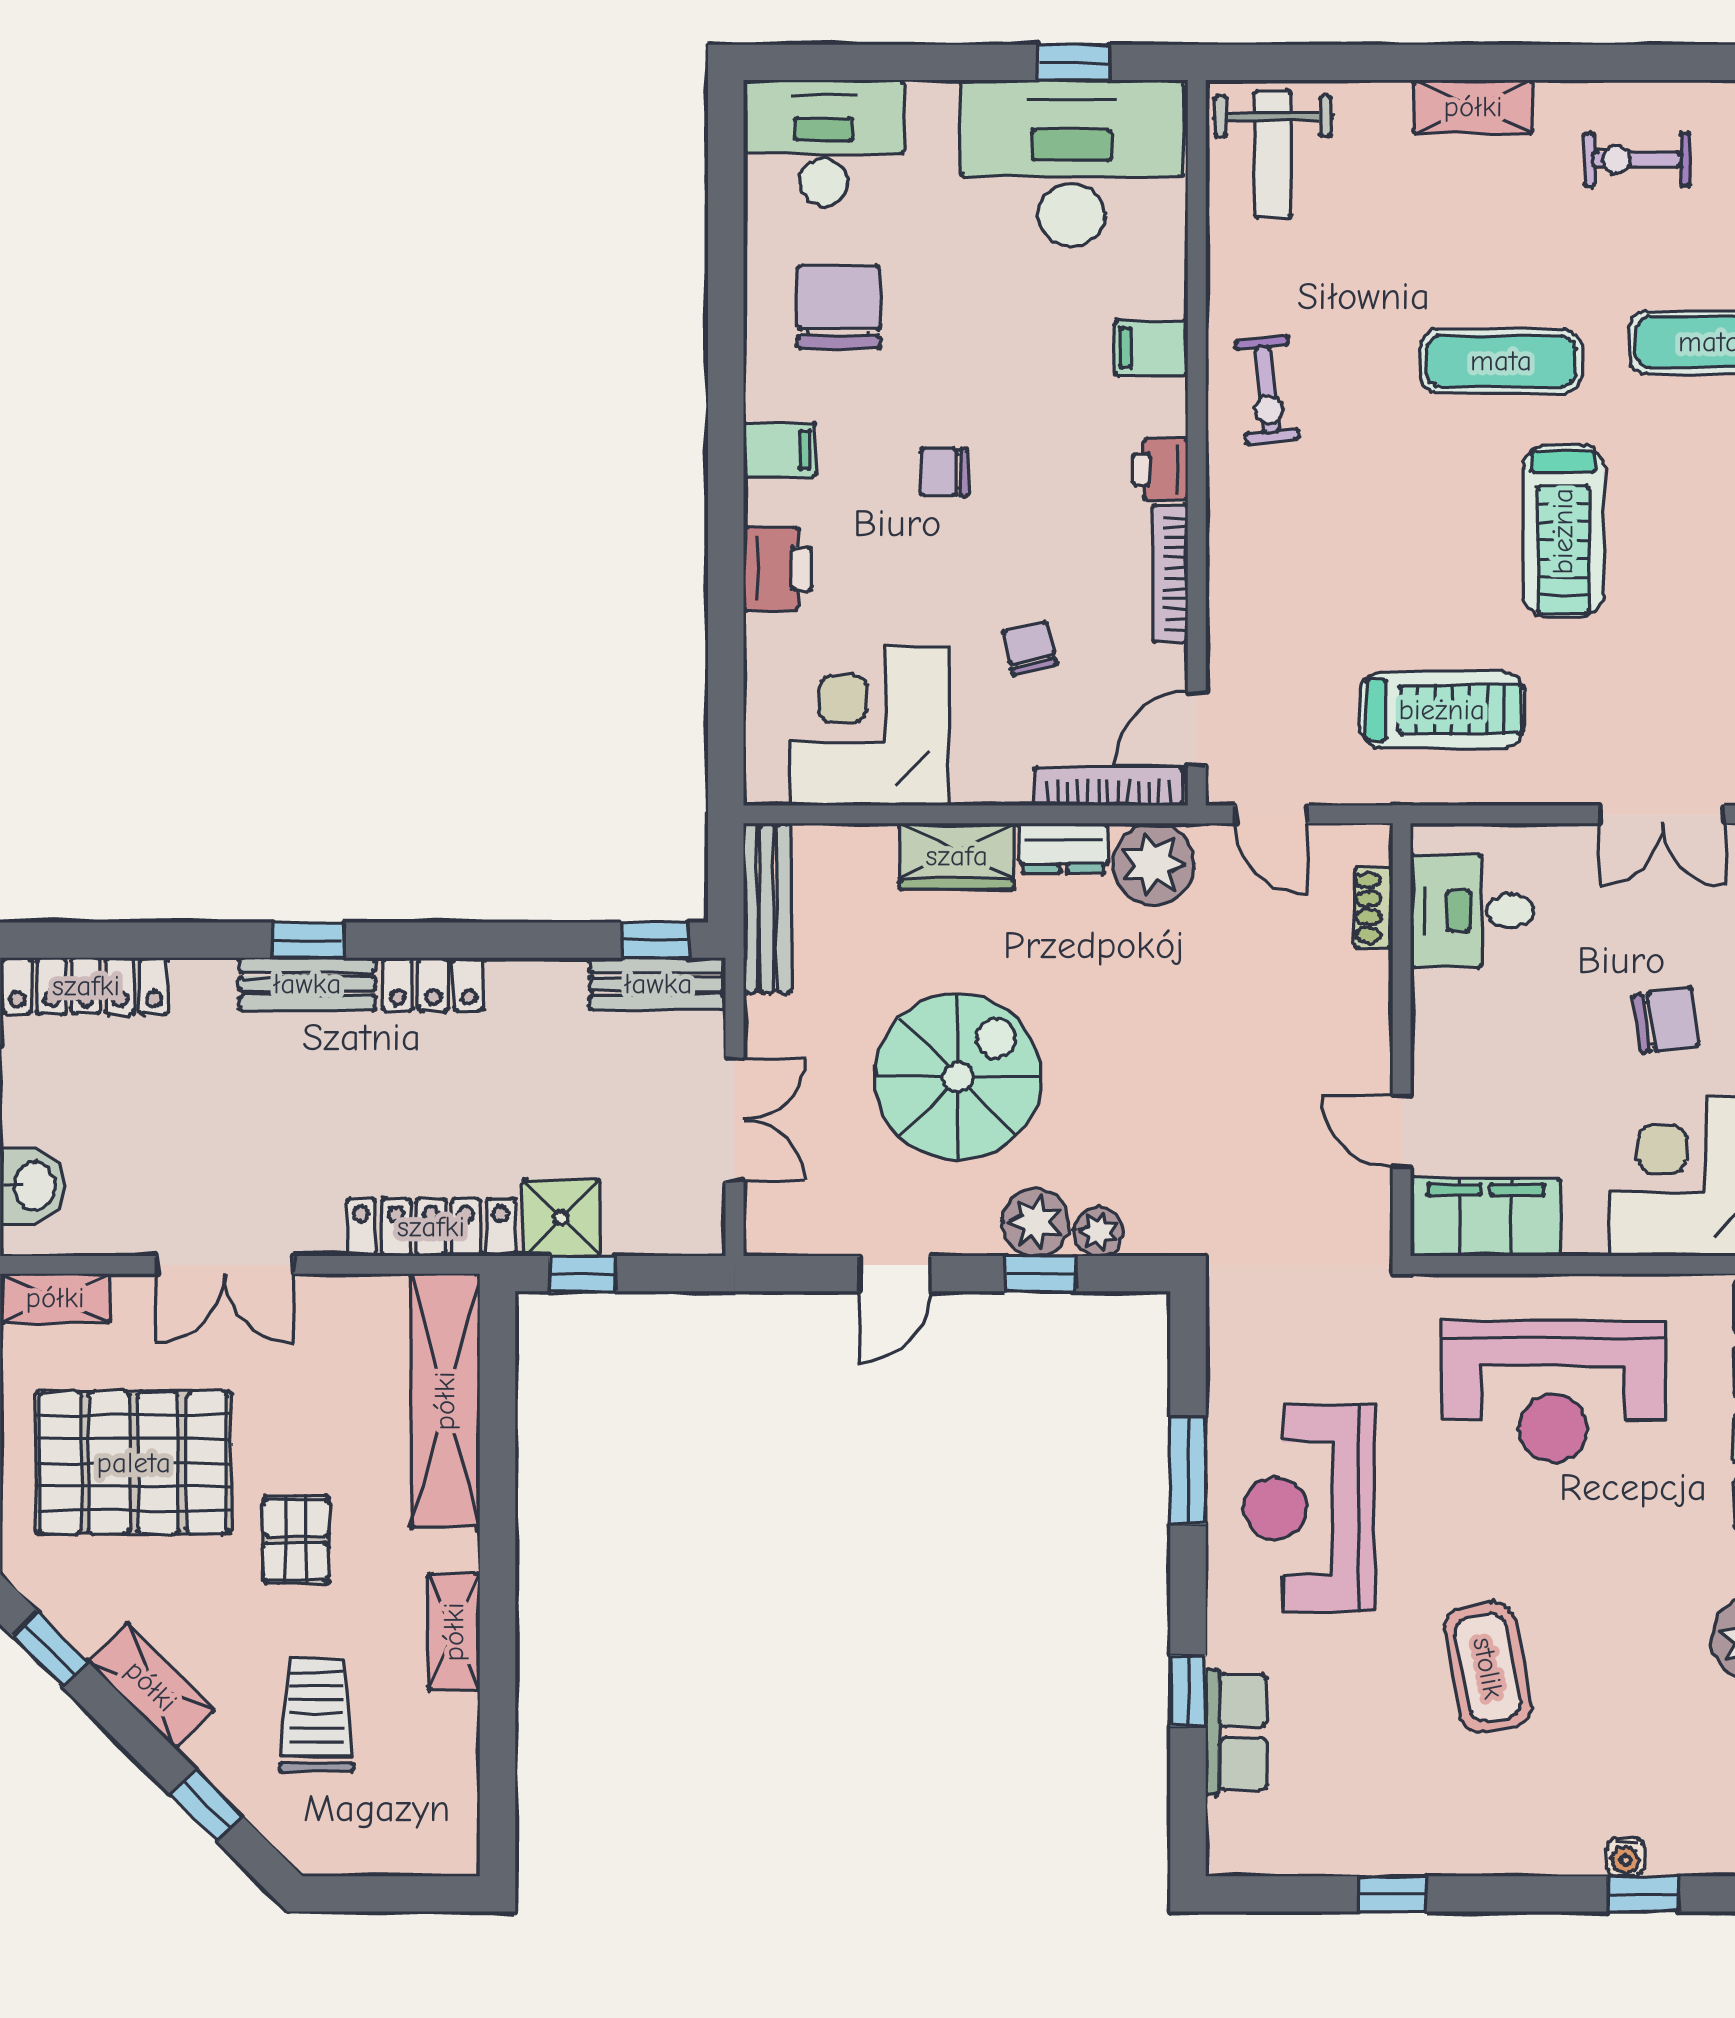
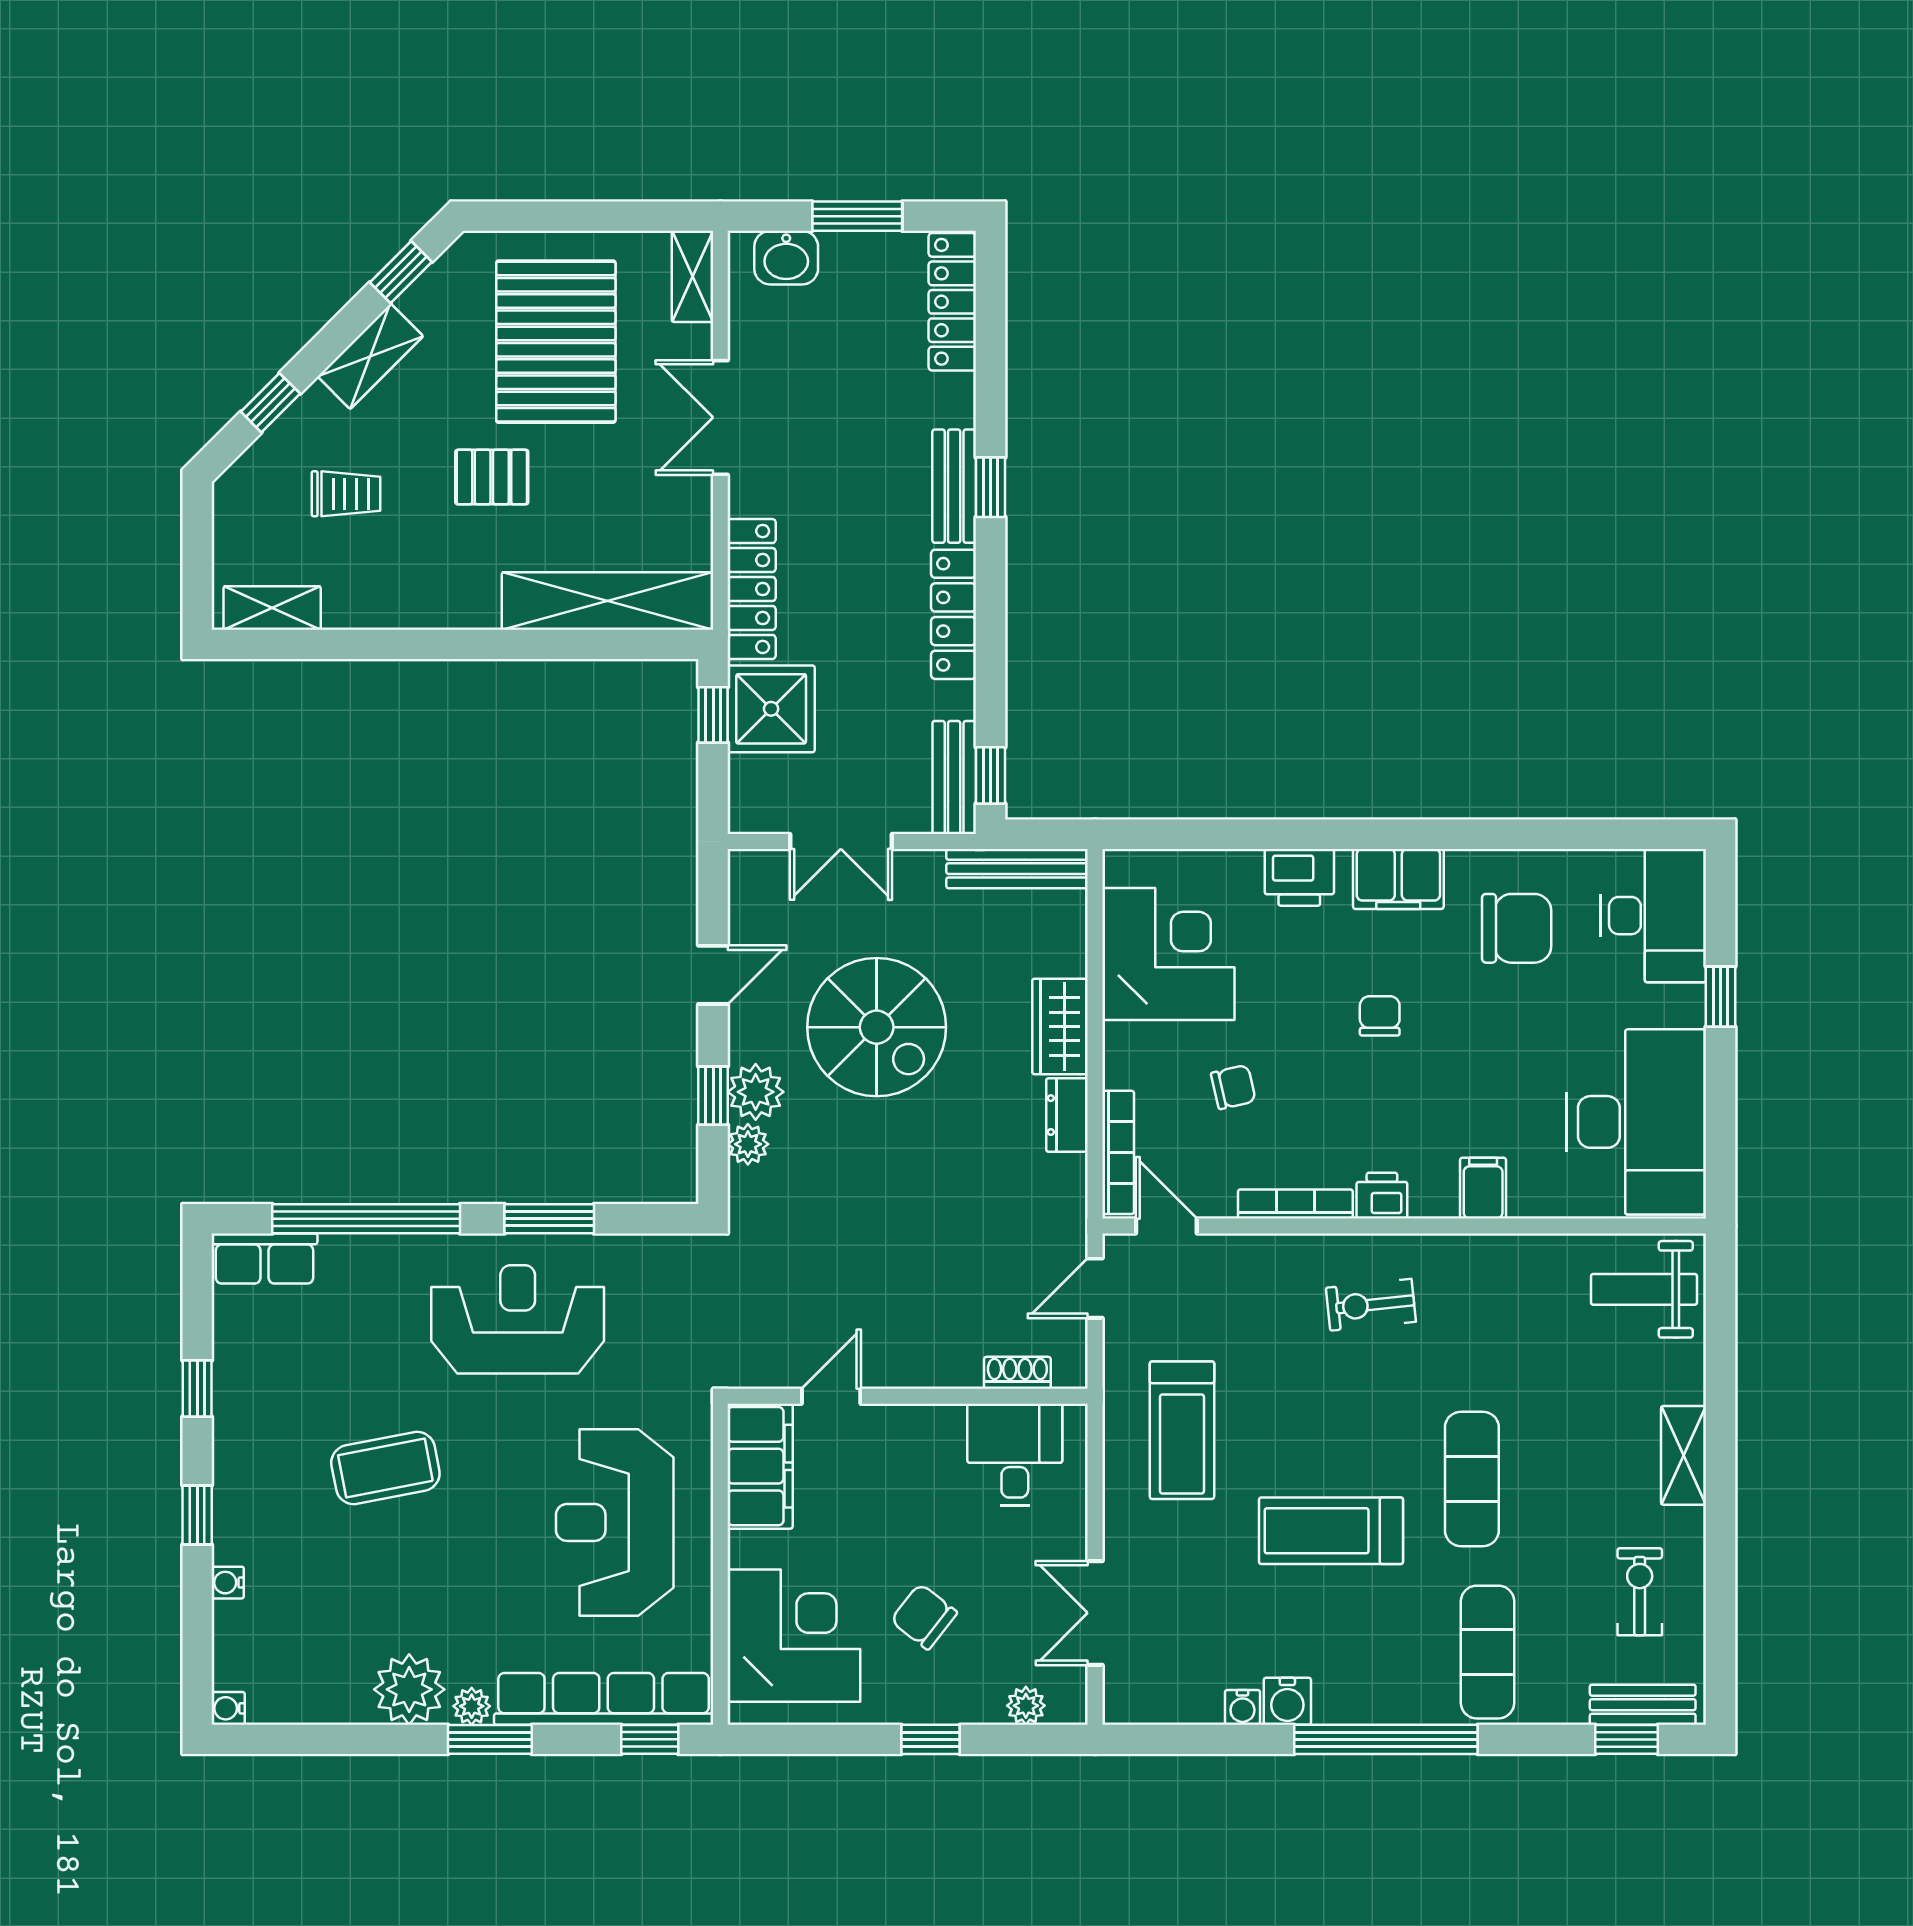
window: (1074, 62) -> (1720, 997), moved
exercise bike: (1267, 390) -> (1371, 1305), moved
filing cabinet: (780, 450) -> (1398, 879), width x2.00
plant: (1153, 864) -> (1054, 1190), removed
locker: (433, 985) -> (953, 614), width x1.53
chair: (1666, 1020) -> (924, 1617), turned 136
shower: (561, 1218) -> (771, 709), width x1.36, depth x1.36
door: (895, 1274) -> (713, 975), swing flipped
shelving: (454, 1632) -> (272, 608), moved
window: (1188, 1691) -> (366, 1219), width x3.17
trolley: (316, 1715) -> (346, 494), width x0.73, depth x0.72
row of seats: (1236, 1732) -> (264, 1258), moved
window: (1643, 1894) -> (197, 1515), moved

